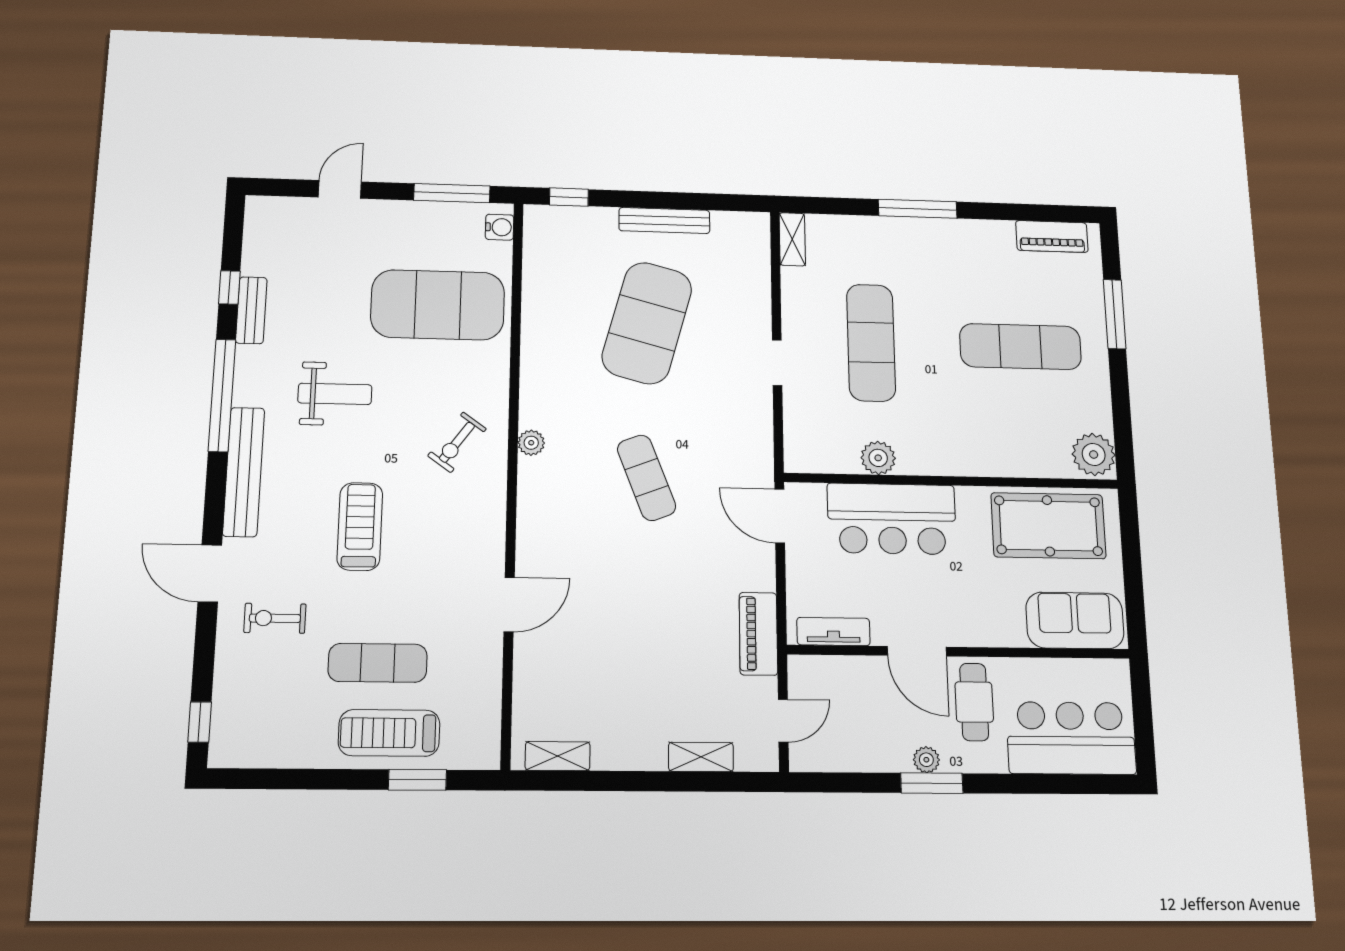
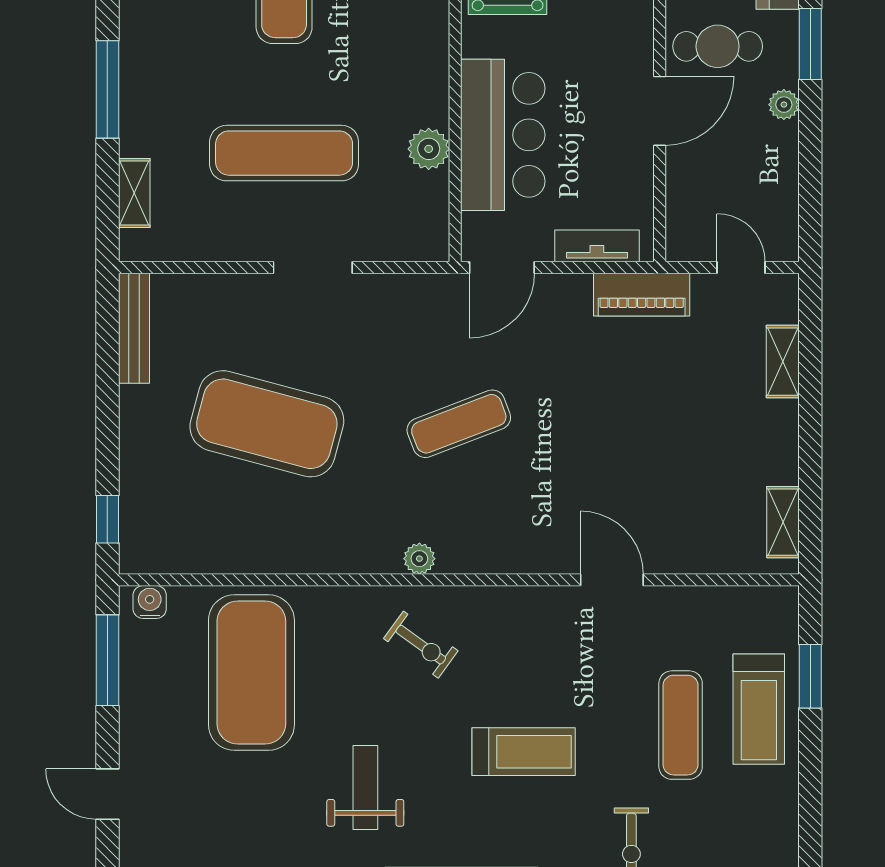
bench: (664, 221) -> (134, 328), moved
shelving: (792, 239) -> (134, 193), moved, turned 90
doorway: (777, 363) -> (313, 268), width x1.38
treadmill: (360, 526) -> (524, 752), turned 180
tv unit: (833, 632) -> (597, 246), moved, turned 90
window: (932, 783) -> (810, 44), moved

